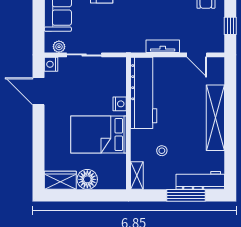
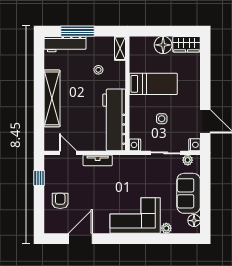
side table: (89, 94) -> (162, 119), added
nightstand: (120, 104) -> (135, 145), moved
bed: (99, 135) -> (153, 84), width x0.67

